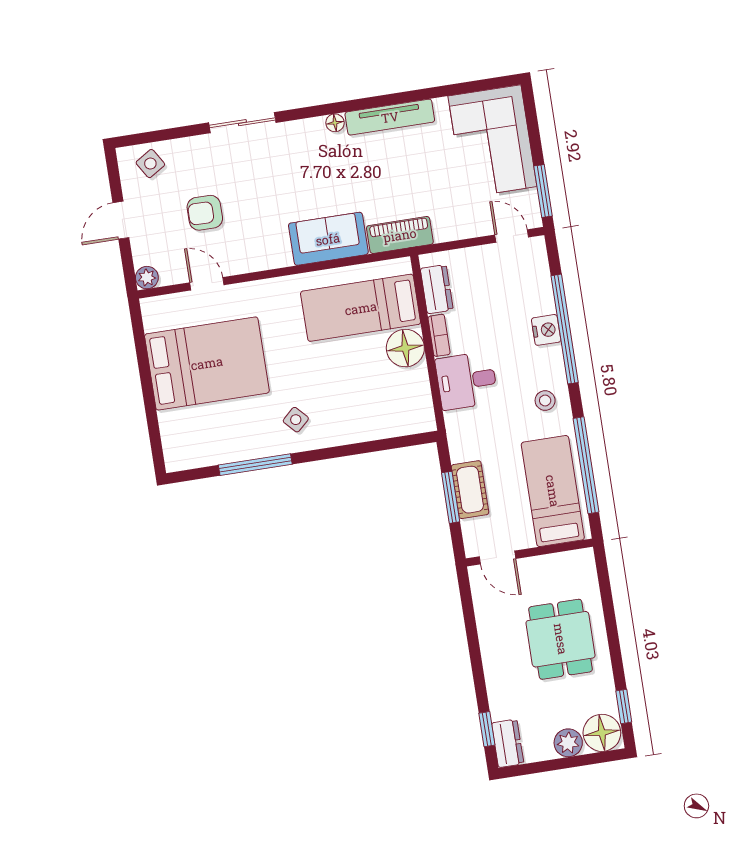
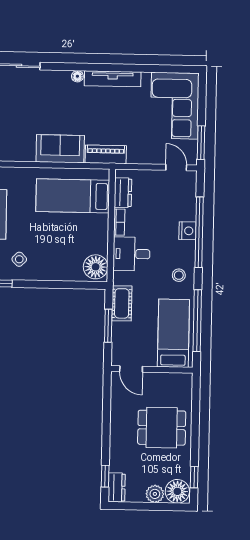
floor lamp: (405, 348) -> (96, 267), moved
cot: (470, 490) -> (122, 303), moved
dining table: (561, 639) -> (162, 428), turned 90

